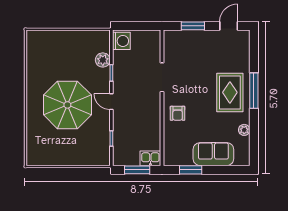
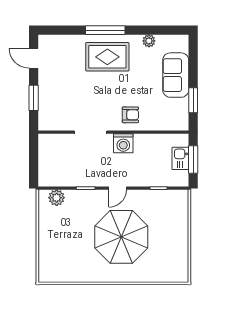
washing machine: (121, 41) -> (123, 143), moved, turned 180
plant: (103, 60) -> (57, 198), moved
kitchen sink: (150, 158) -> (180, 158), moved

